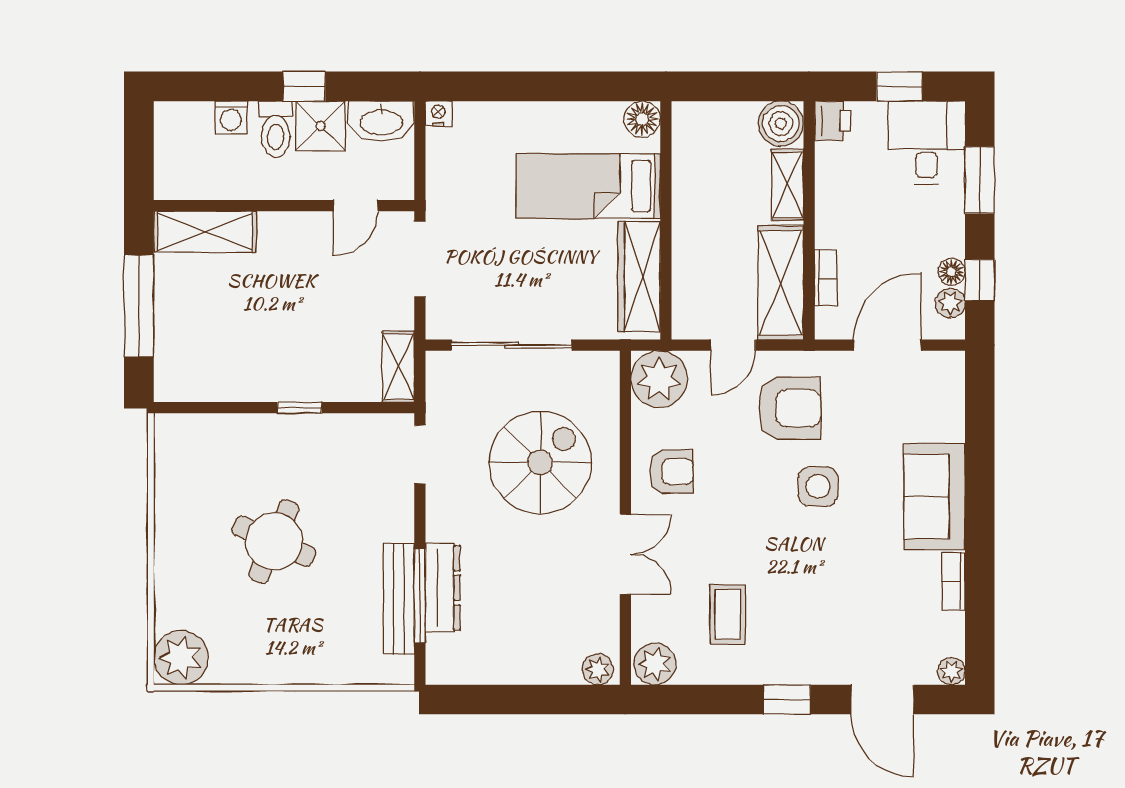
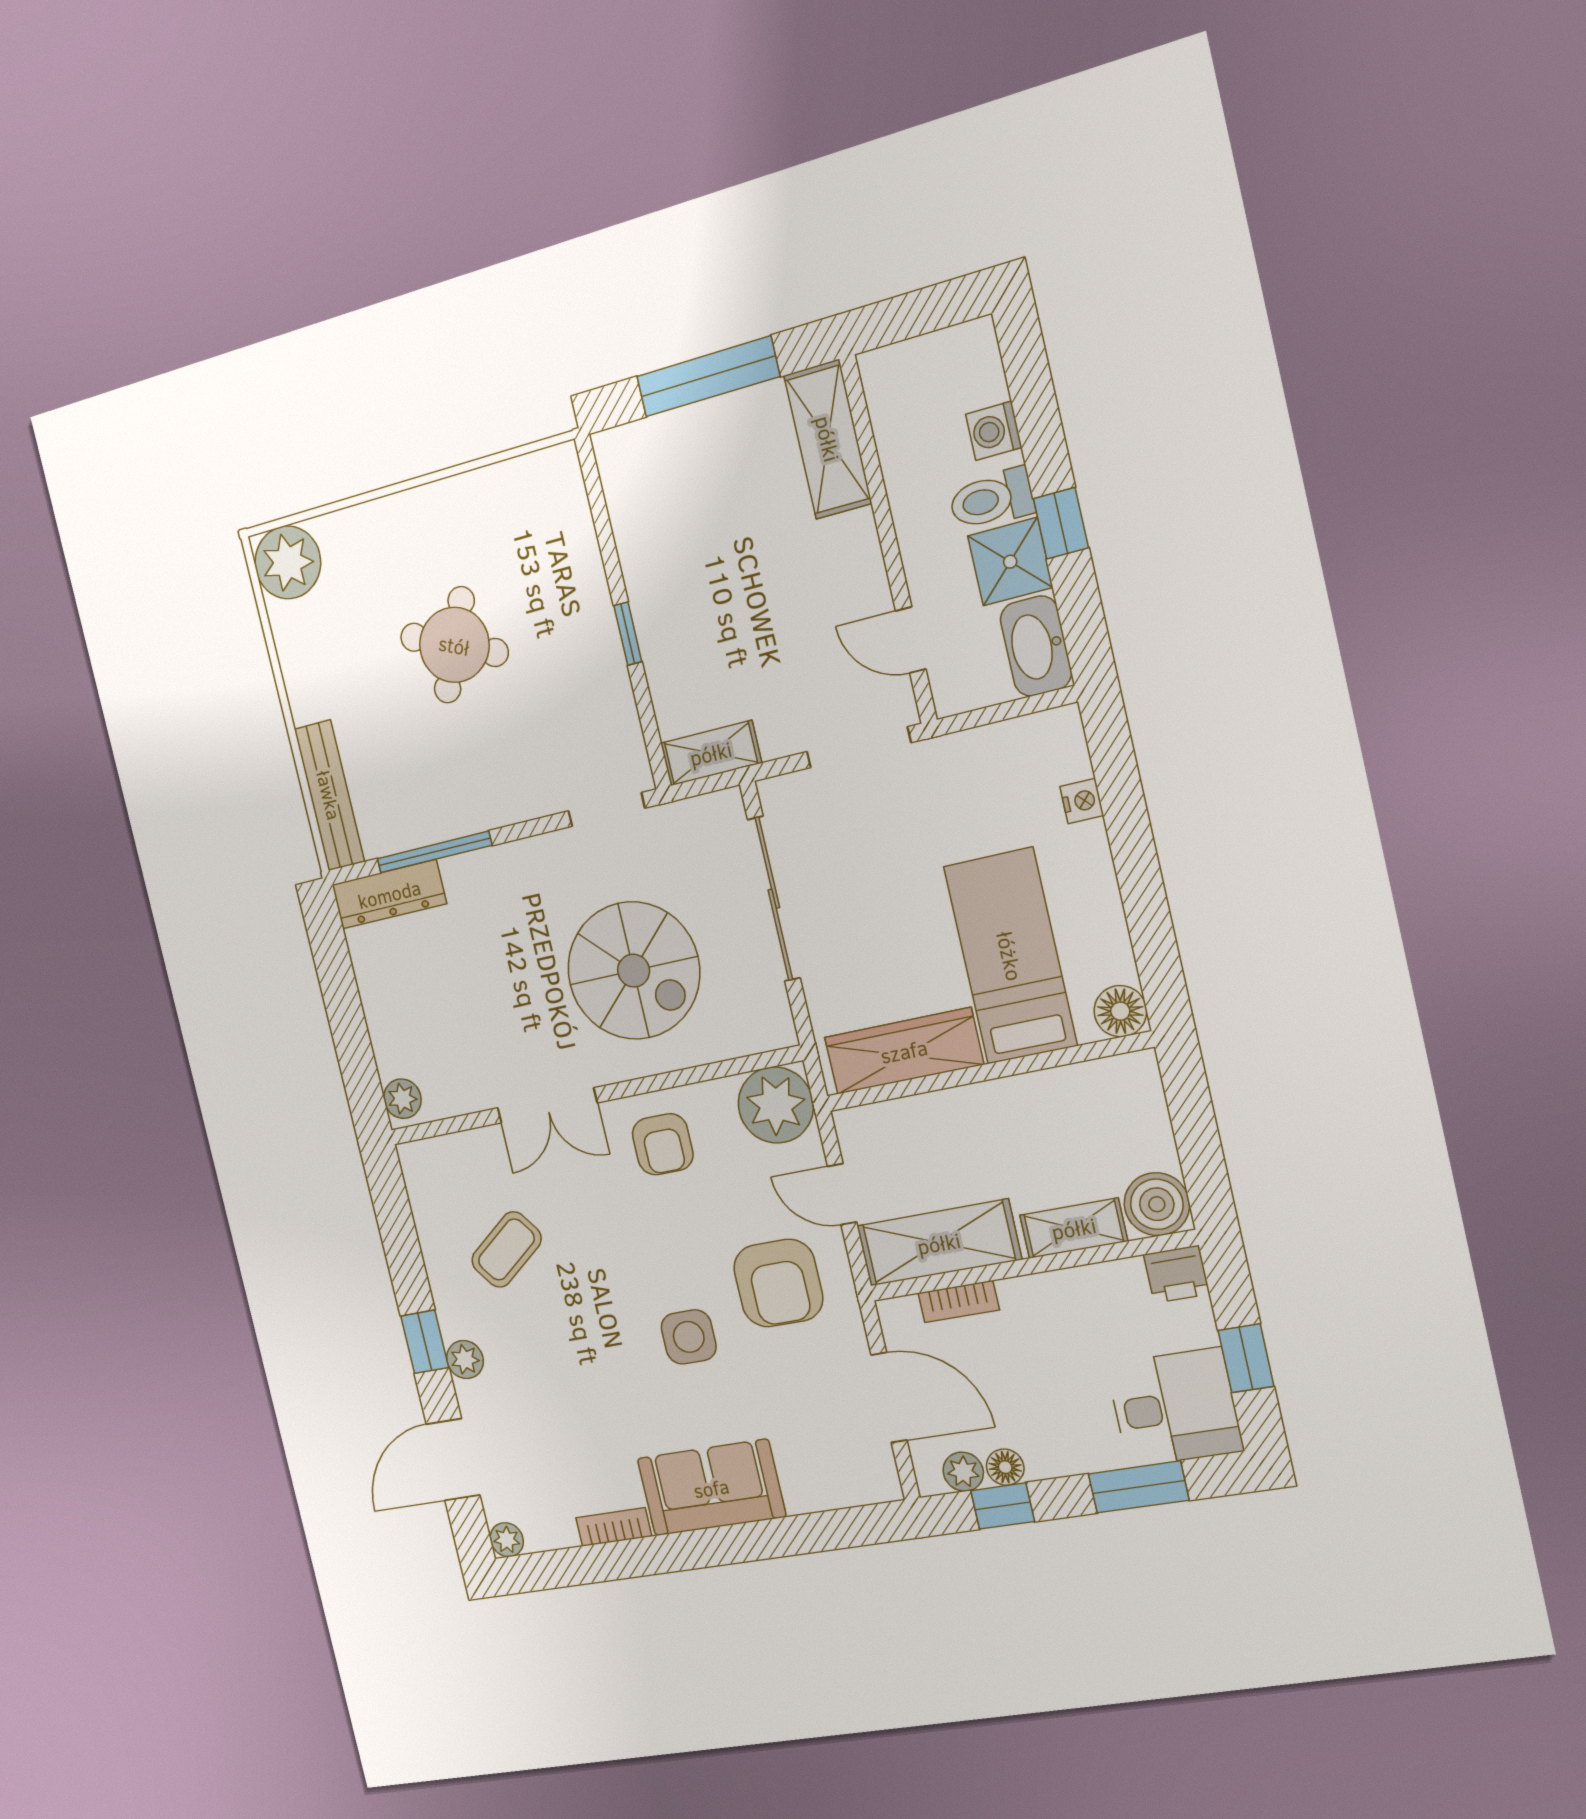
nightstand: (439, 114) -> (1082, 801), moved
dresser: (443, 588) -> (389, 894), moved
bench: (399, 599) -> (329, 795), moved, turned 90
coffee table: (728, 614) -> (506, 1249), turned -37
plant: (655, 664) -> (465, 1360), moved, width x0.73, depth x0.73

